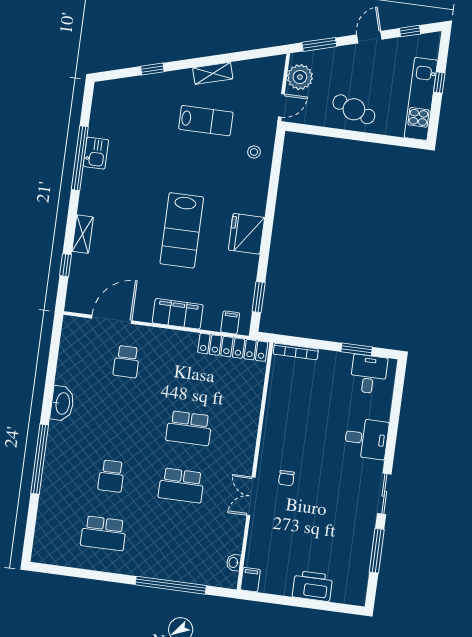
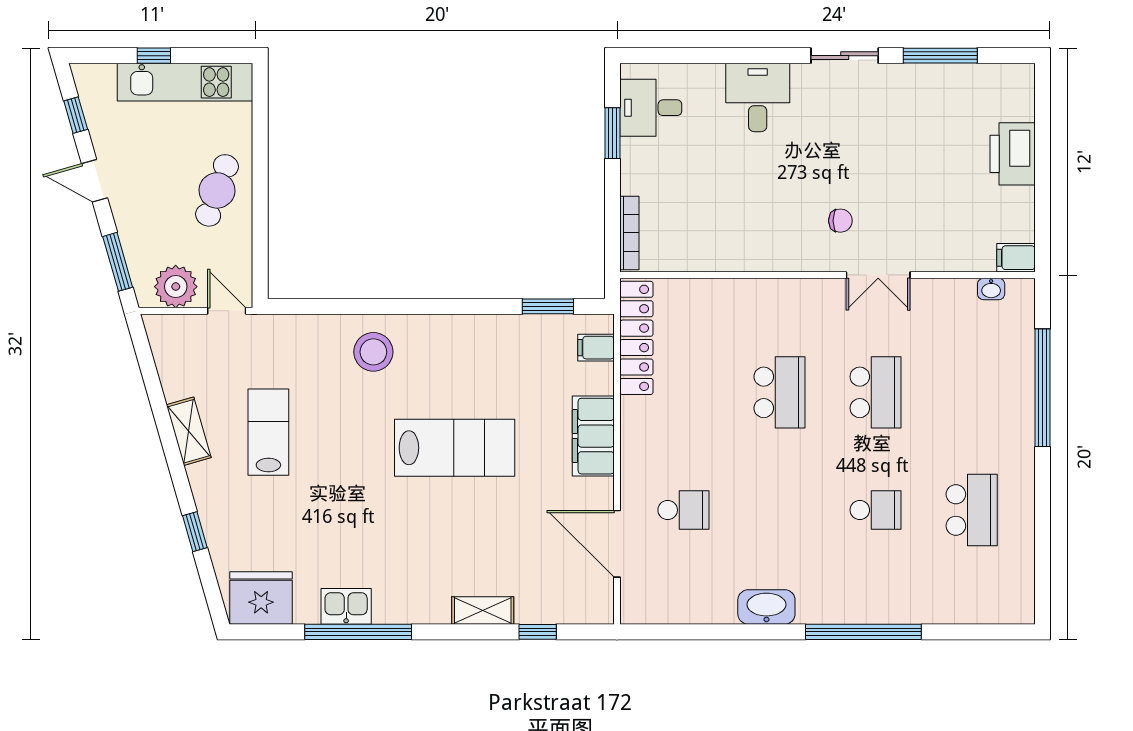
stool: (254, 152) -> (373, 352), moved, width x1.89, depth x1.89
fridge: (246, 234) -> (261, 598), moved, turned 180

